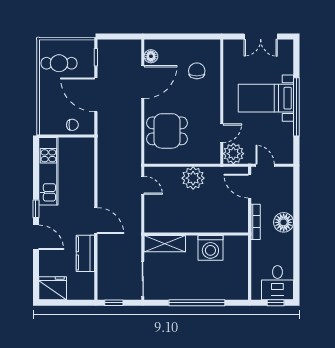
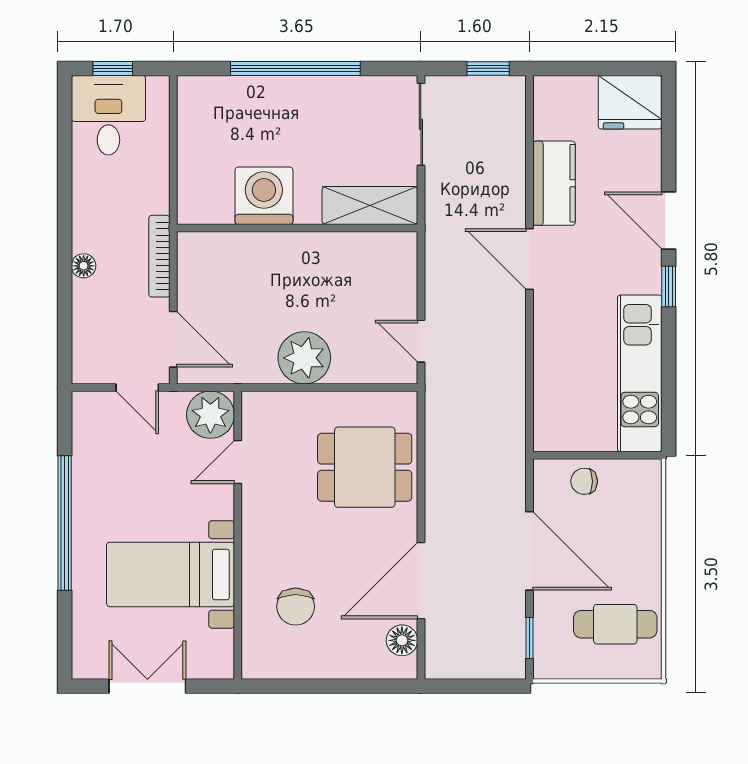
bed with nightstands: (266, 98) -> (170, 574), moved, turned 180
floor lamp: (284, 222) -> (84, 266), width x0.53, depth x0.53

